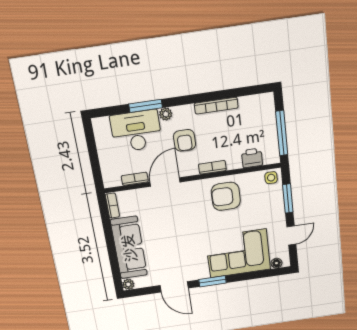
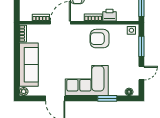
printer: (252, 158) -> (110, 15), moved
corner sofa: (238, 253) -> (87, 80), moved
window: (212, 281) -> (107, 98), moved

